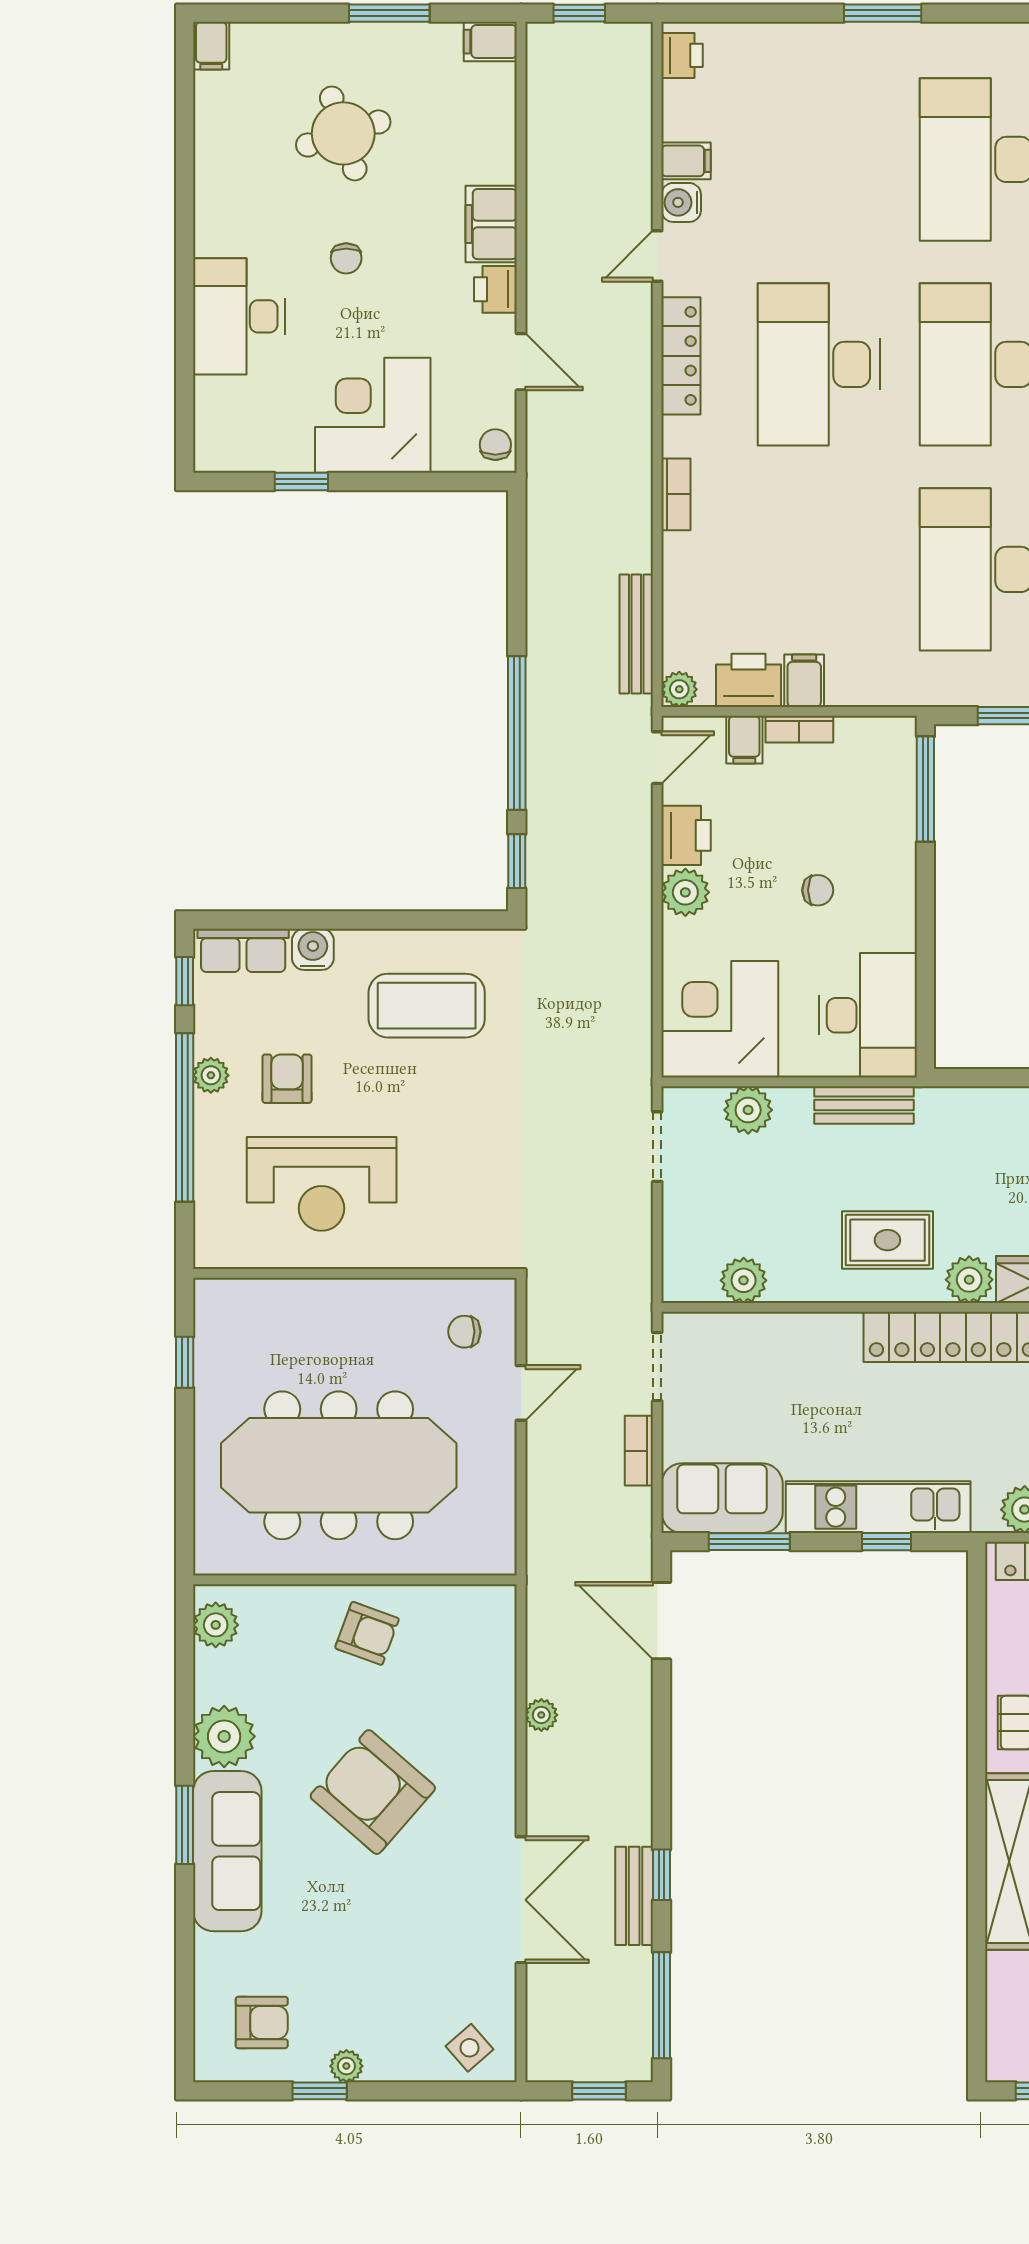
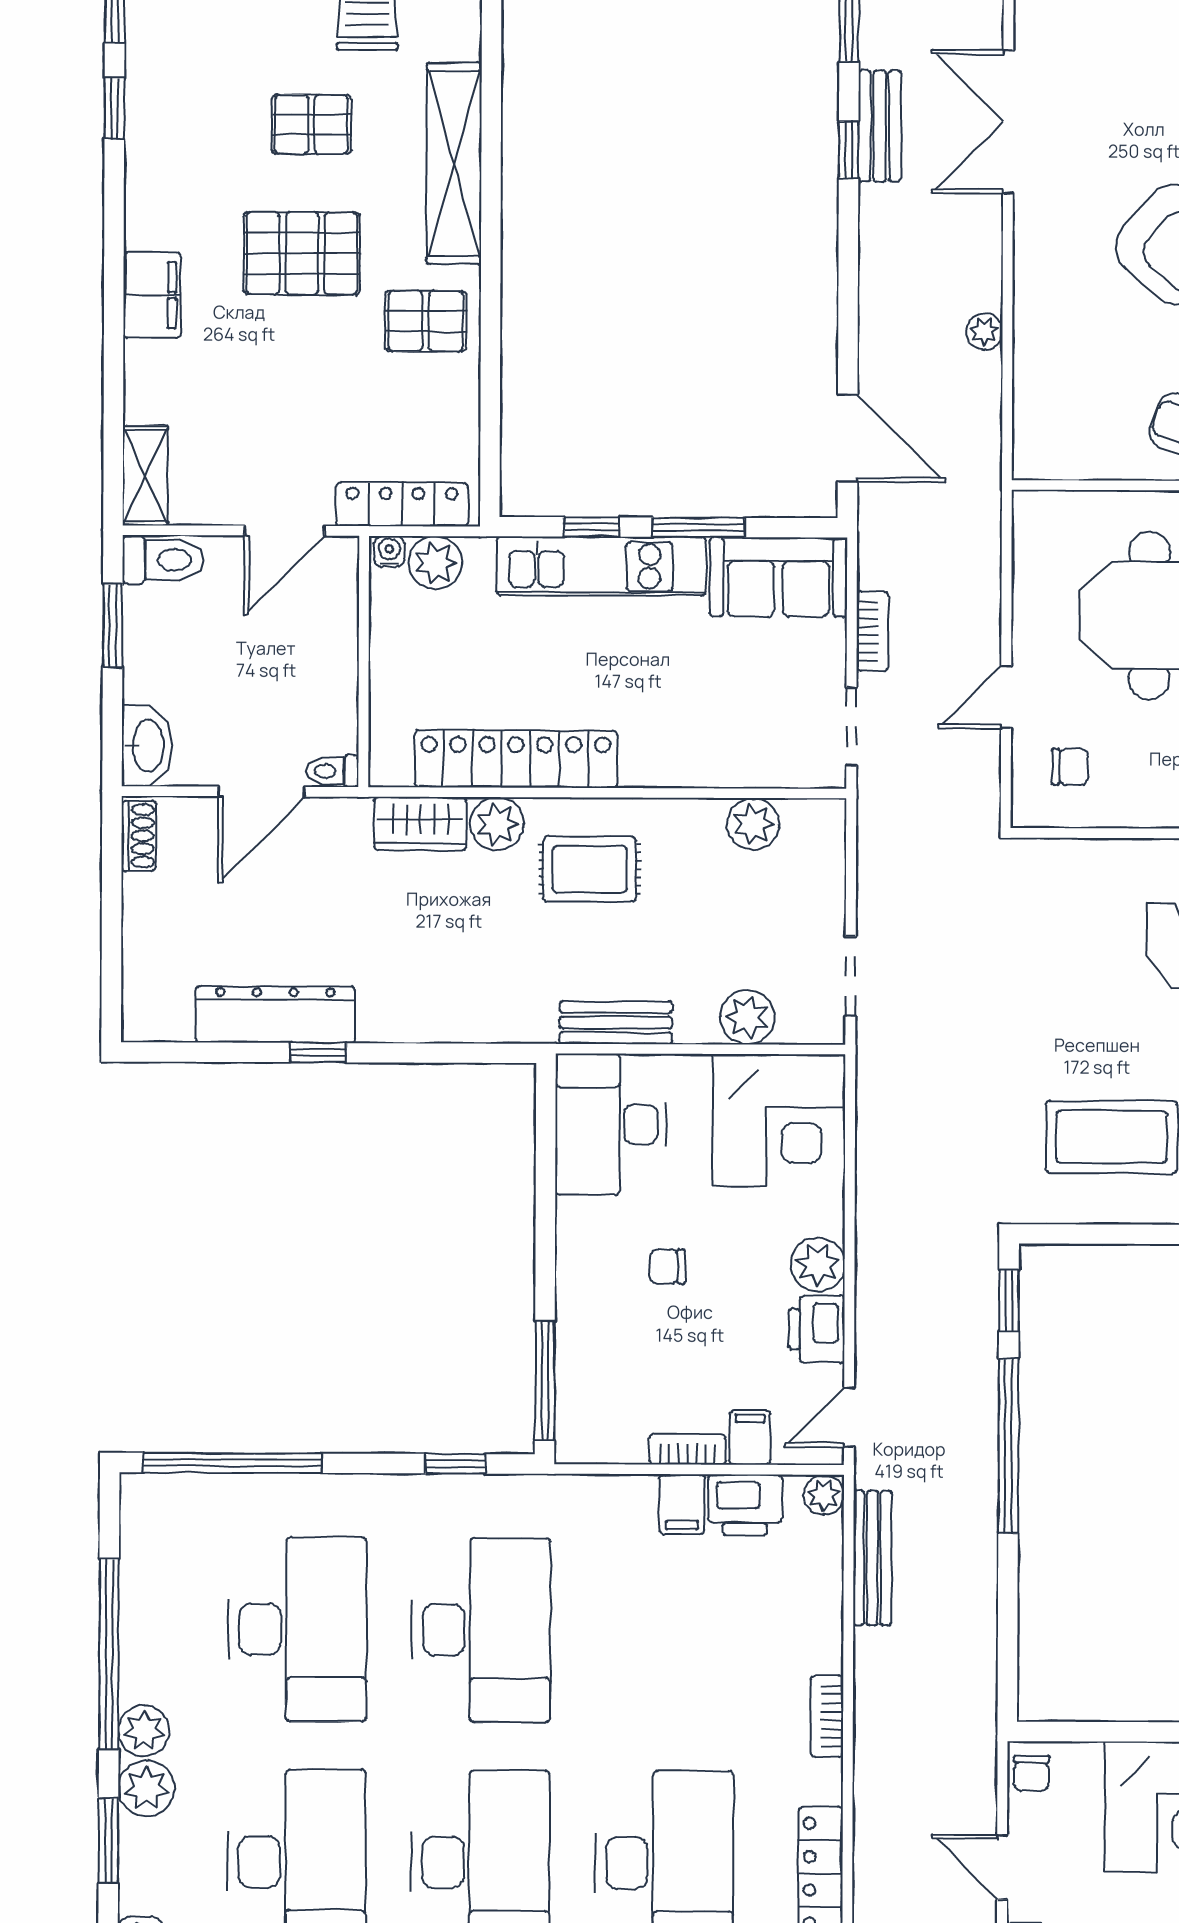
window: (749, 1542) -> (699, 527), moved

